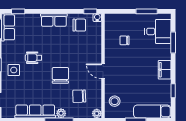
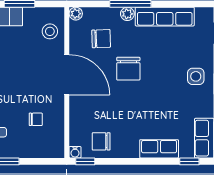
row of seats: (54, 20) -> (159, 149), moved
wheelchair: (34, 58) -> (167, 94), removed
door: (103, 71) -> (67, 75), width x1.87

